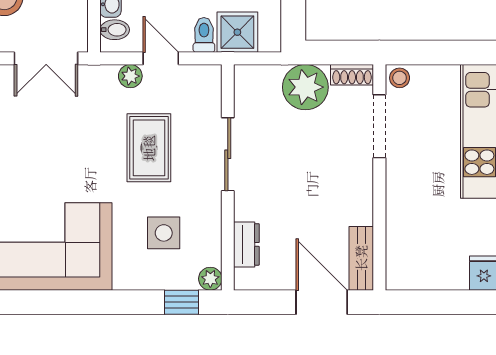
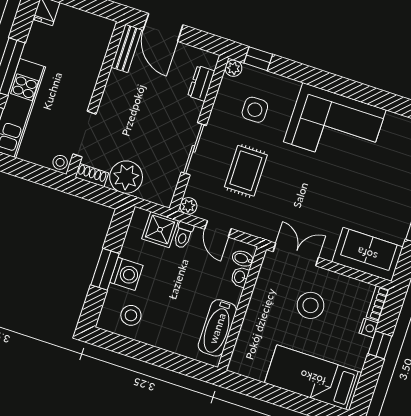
plant: (130, 76) -> (188, 206), moved

